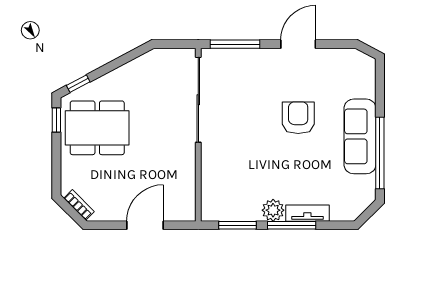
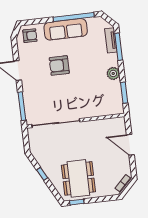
armchair: (356, 73) -> (30, 36), added
window: (78, 84) -> (42, 174), moved
tv unit: (307, 213) -> (111, 40), moved
window: (292, 225) -> (119, 47), moved

